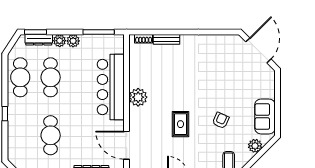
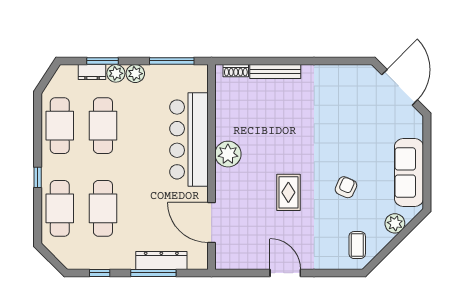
window: (36, 32) -> (103, 61), moved
bench: (166, 39) -> (275, 72), width x1.36
dresser: (39, 40) -> (92, 72), width x0.70
sofa: (265, 116) -> (409, 173), width x1.36
cafe table: (20, 135) -> (60, 208), added

